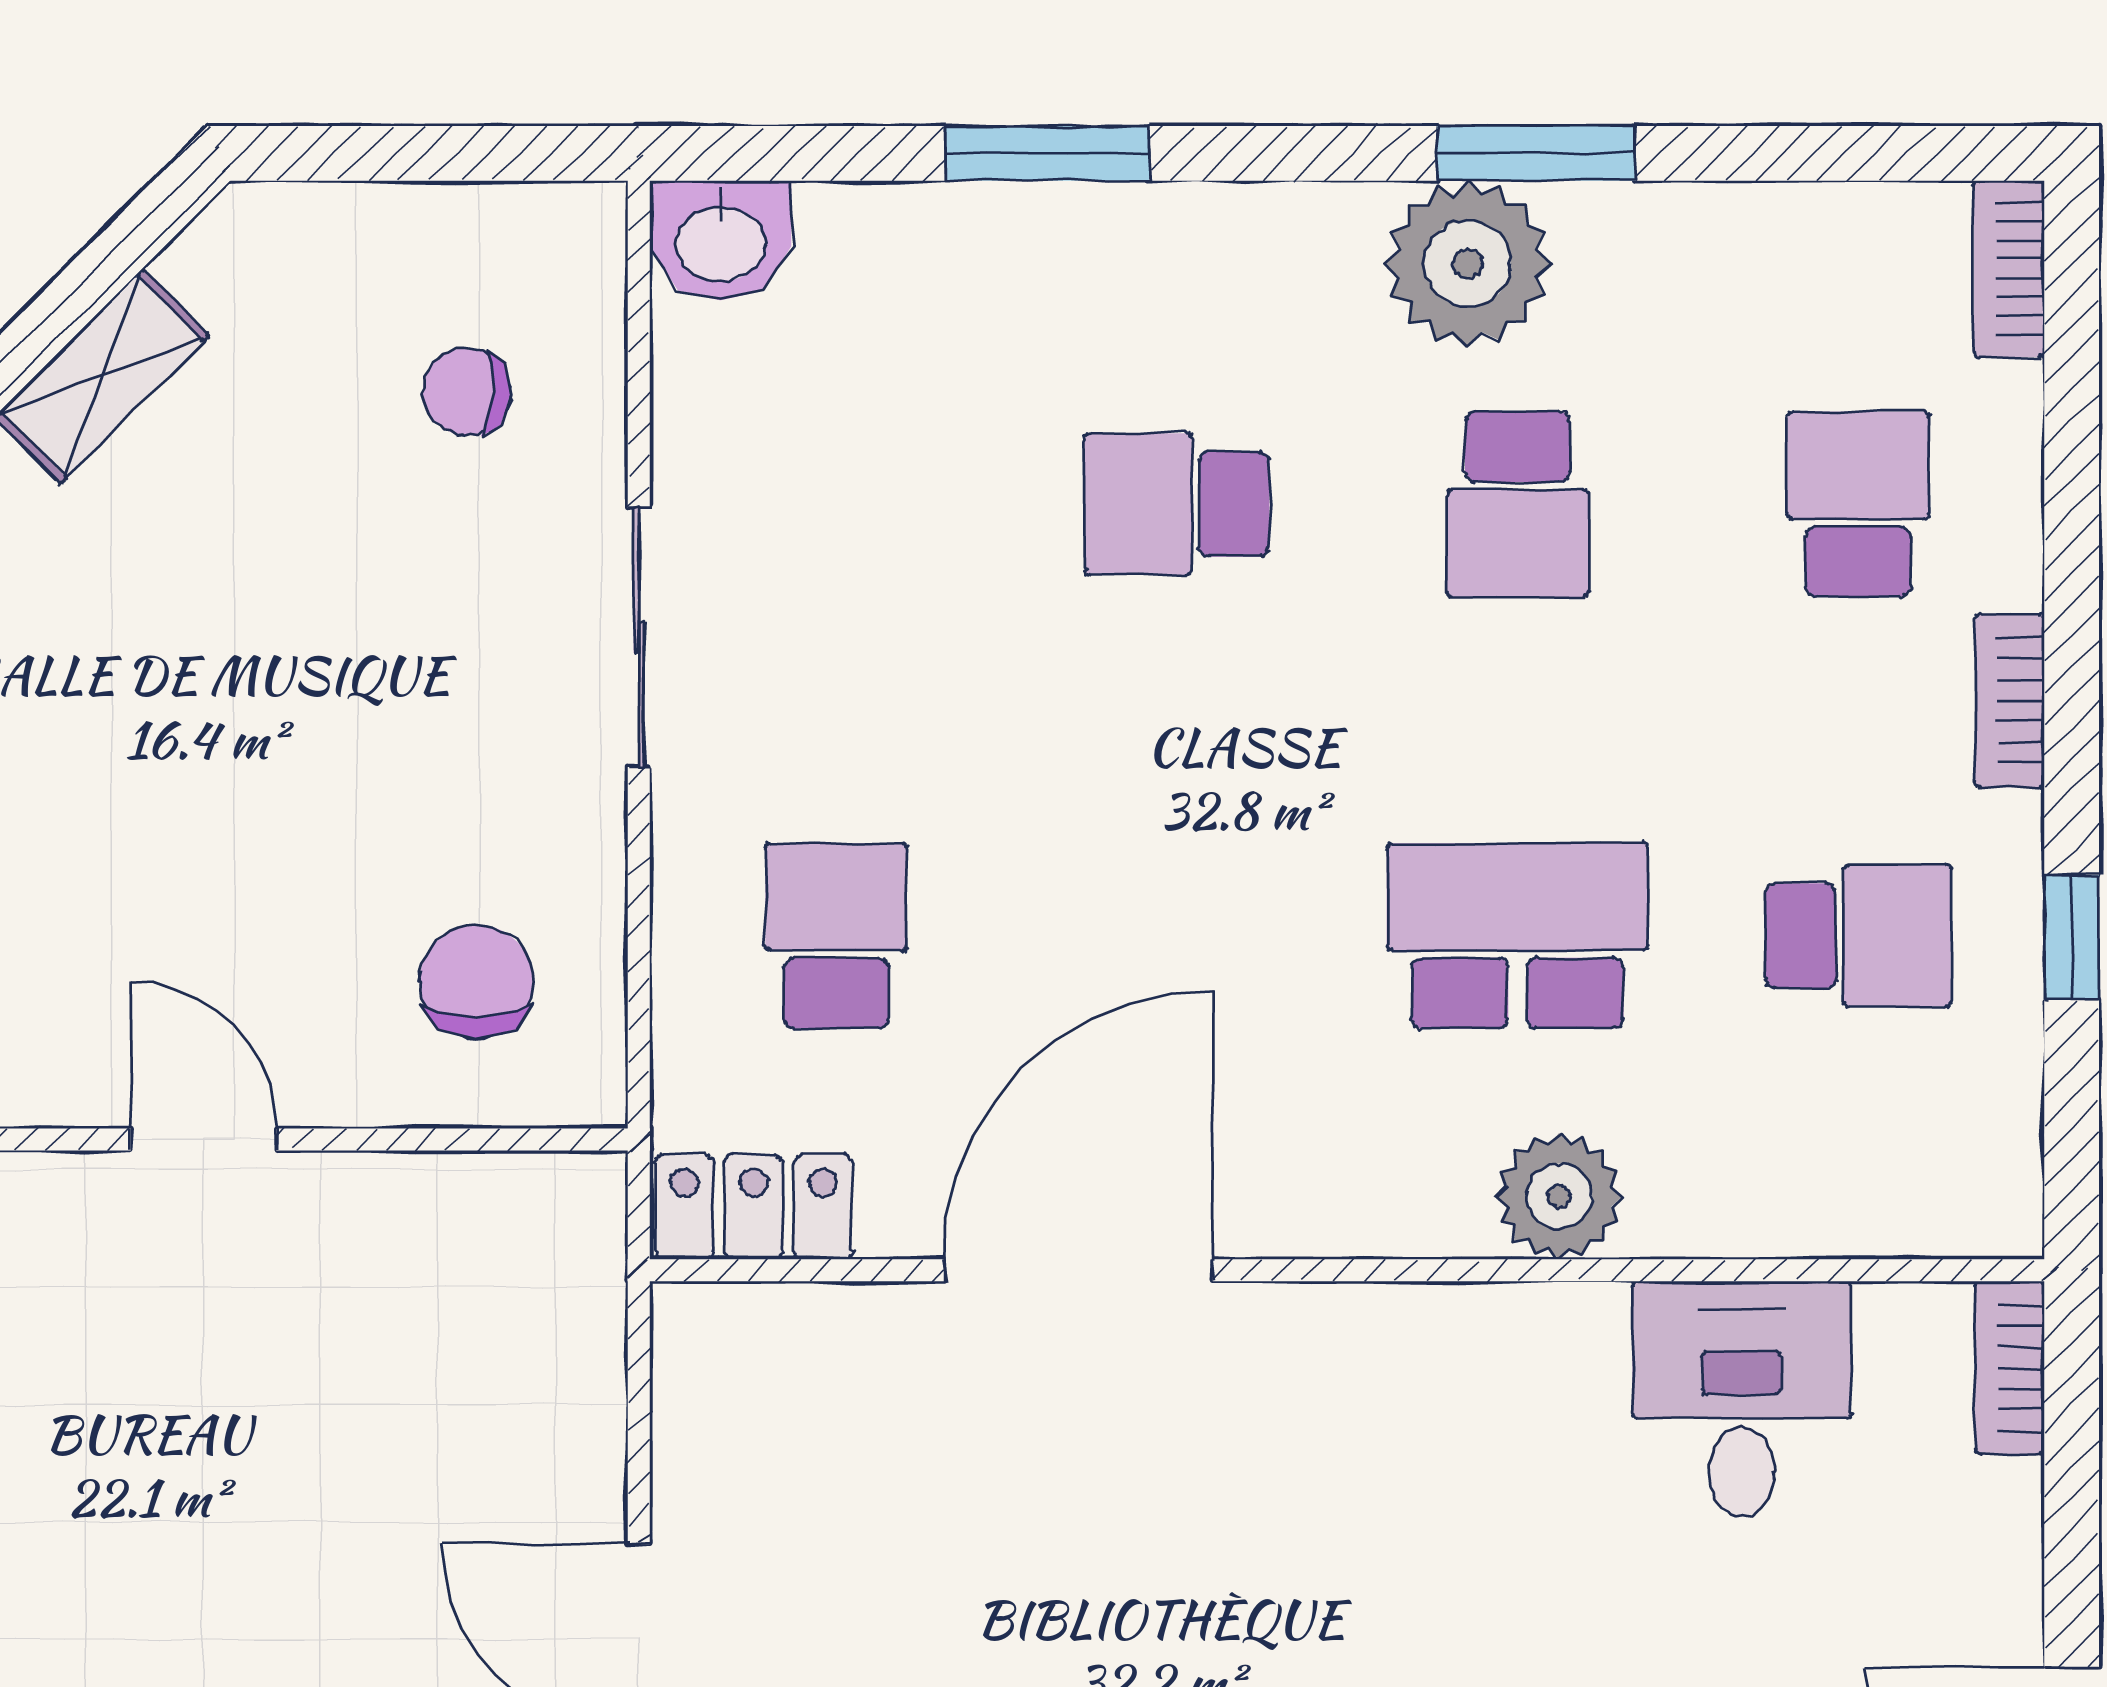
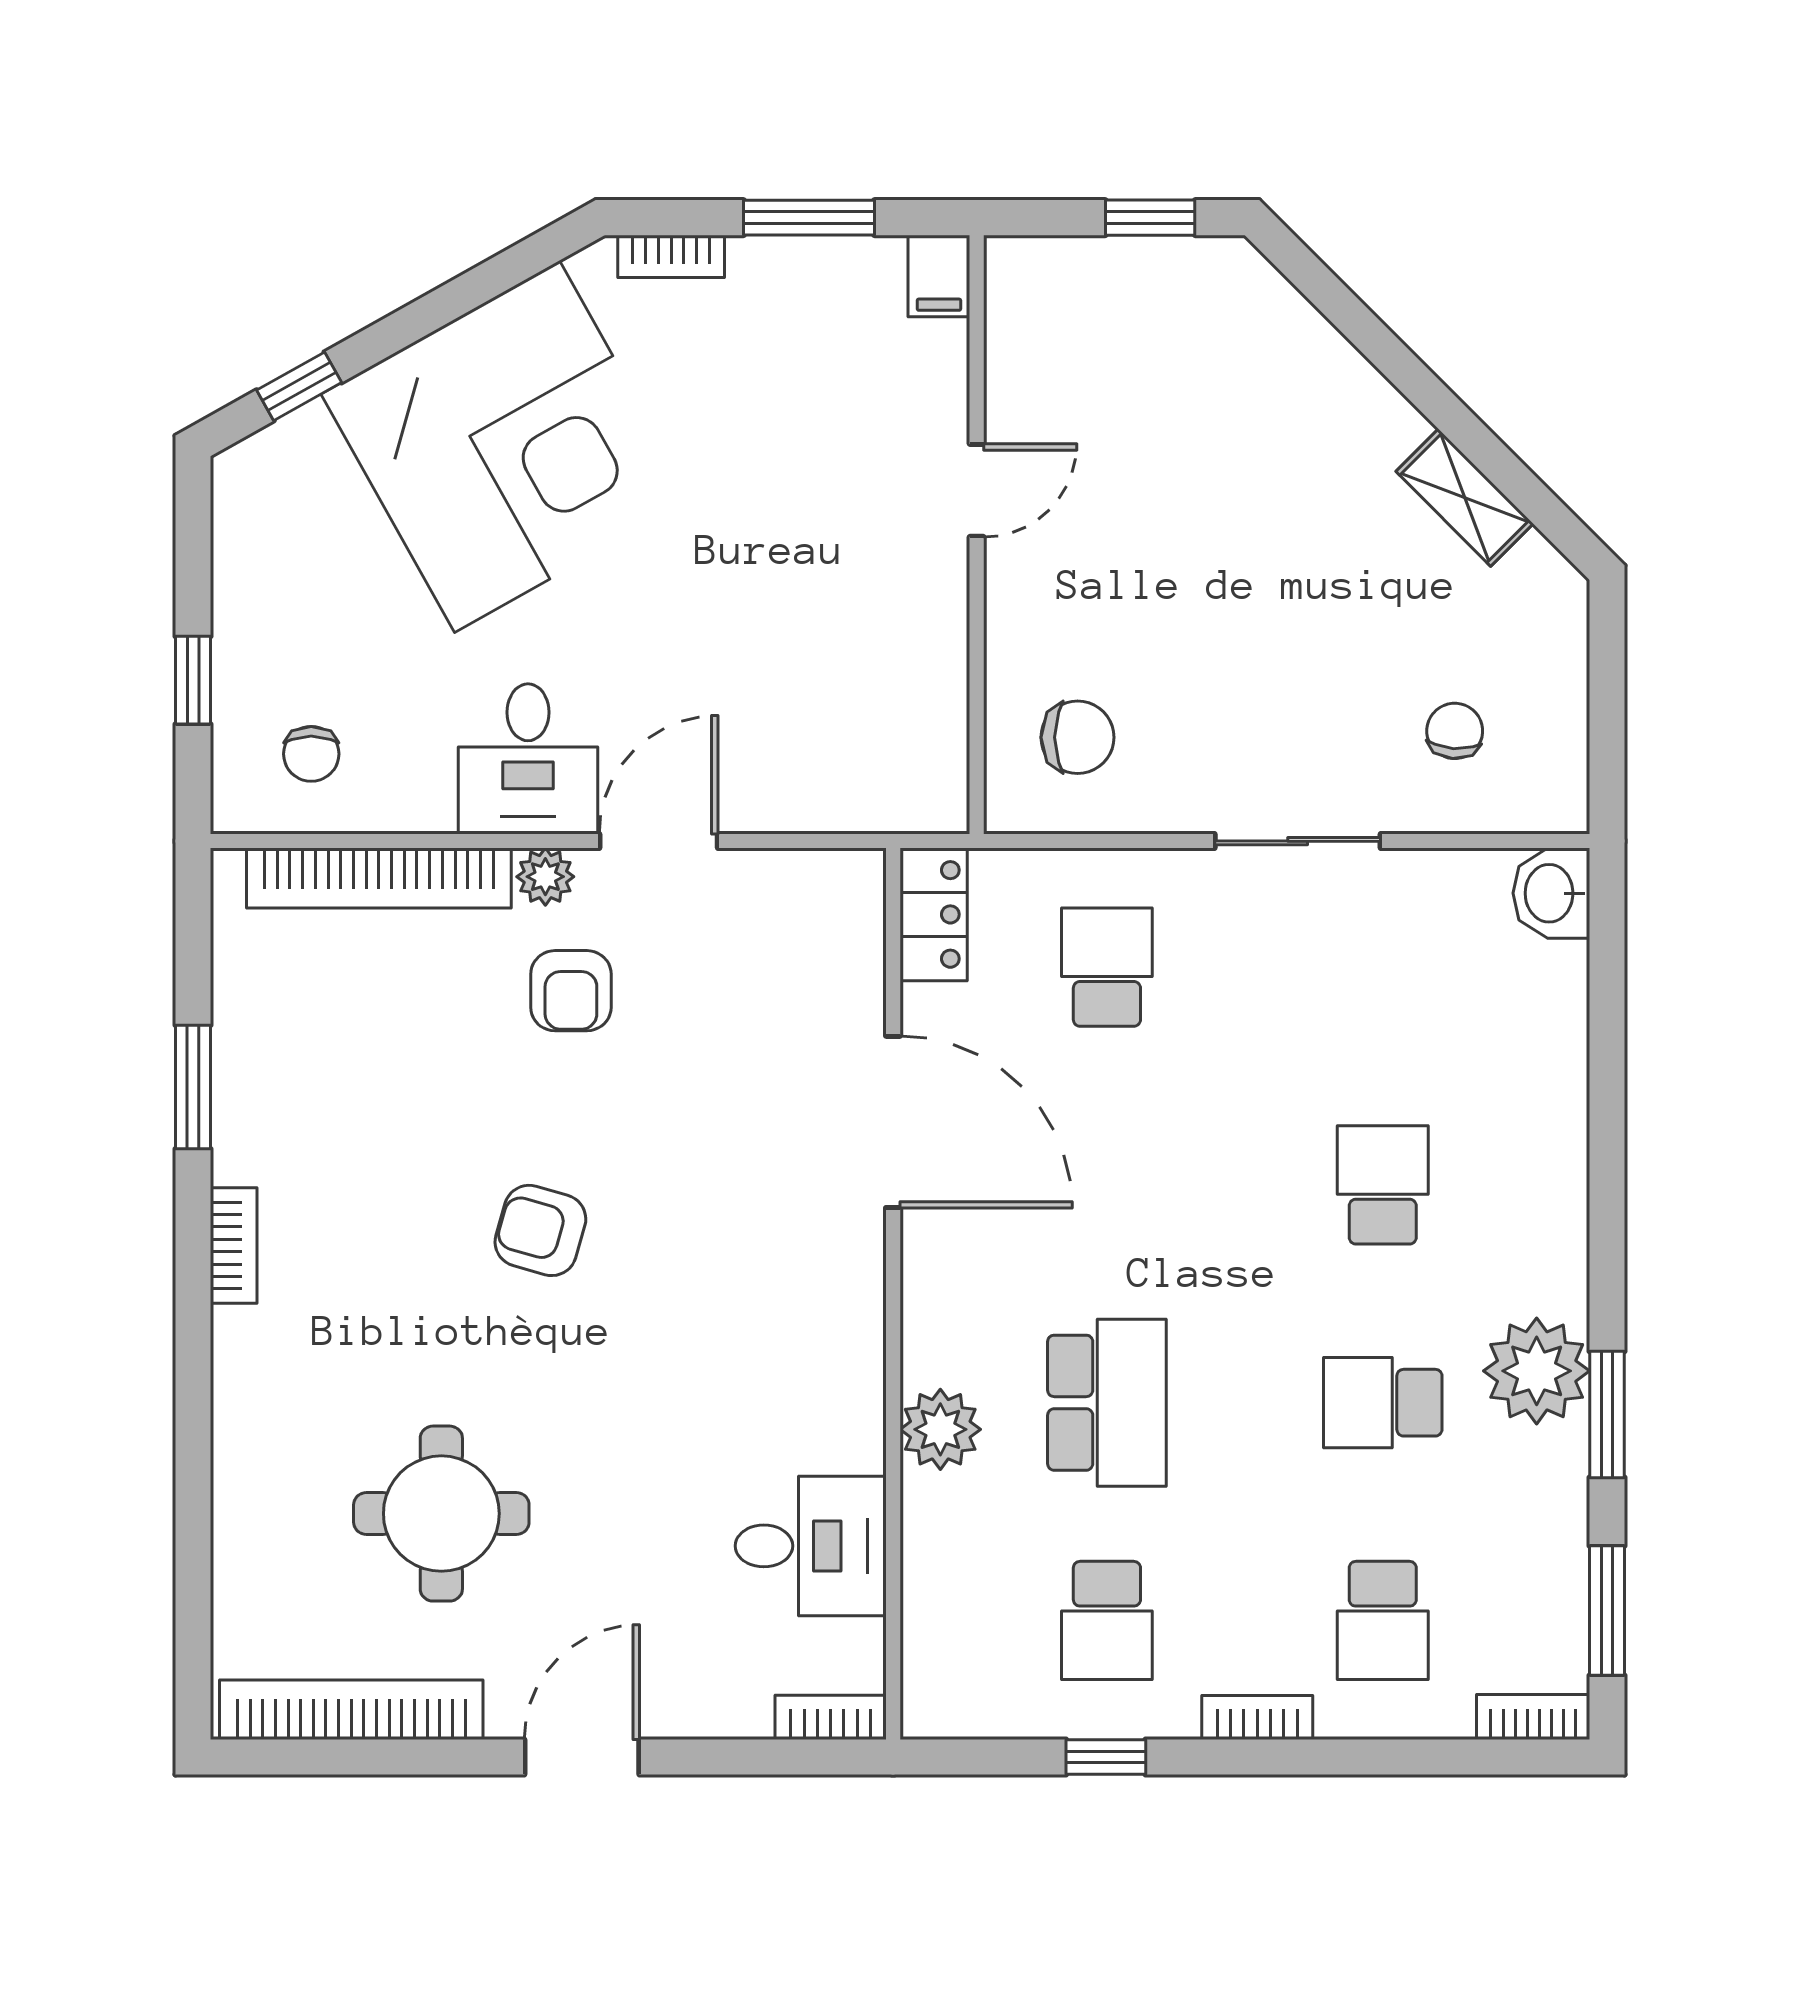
window: (1047, 153) -> (1607, 1611), moved
school desk: (1858, 504) -> (1383, 1620), turned 90
school desk: (836, 936) -> (1107, 967), turned -90
door: (204, 1139) -> (977, 490), moved

